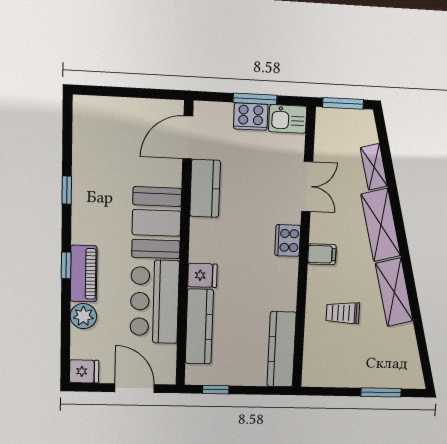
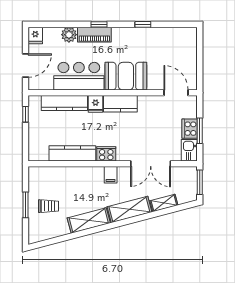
double door: (307, 187) -> (151, 164), width x1.37
kitchen counter: (205, 188) -> (120, 104), moved
cooker: (288, 240) -> (106, 154), moved
trolley: (343, 313) -> (48, 206), moved, turned 90
kitchen counter: (282, 349) -> (72, 153), moved
window: (381, 392) -> (26, 205), moved

